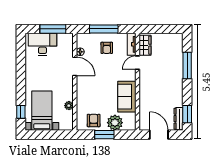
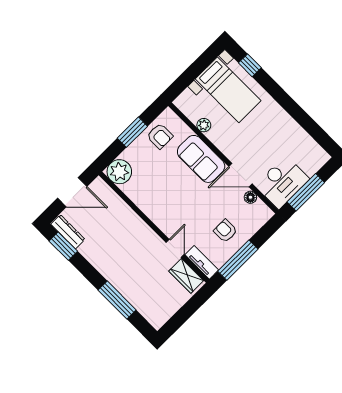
window: (104, 29) -> (238, 260), moved
desk: (42, 44) -> (282, 182), moved
sofa: (127, 97) -> (201, 159), moved, turned 180
plant: (115, 123) -> (119, 172), moved

